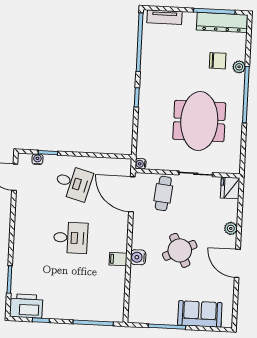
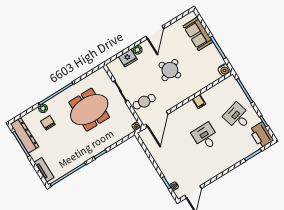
desk: (73, 183) -> (238, 117), moved, turned -30
fridge: (230, 188) -> (128, 58), moved
water cooler: (138, 257) -> (224, 70), moved

